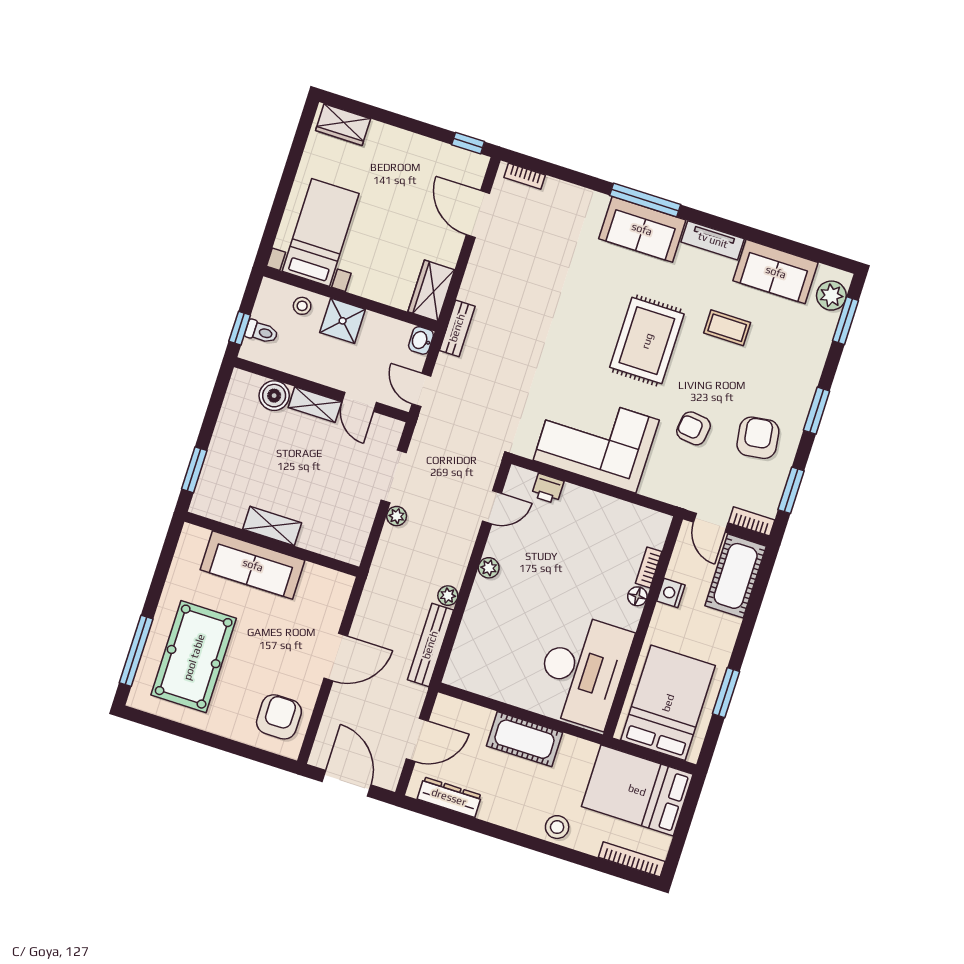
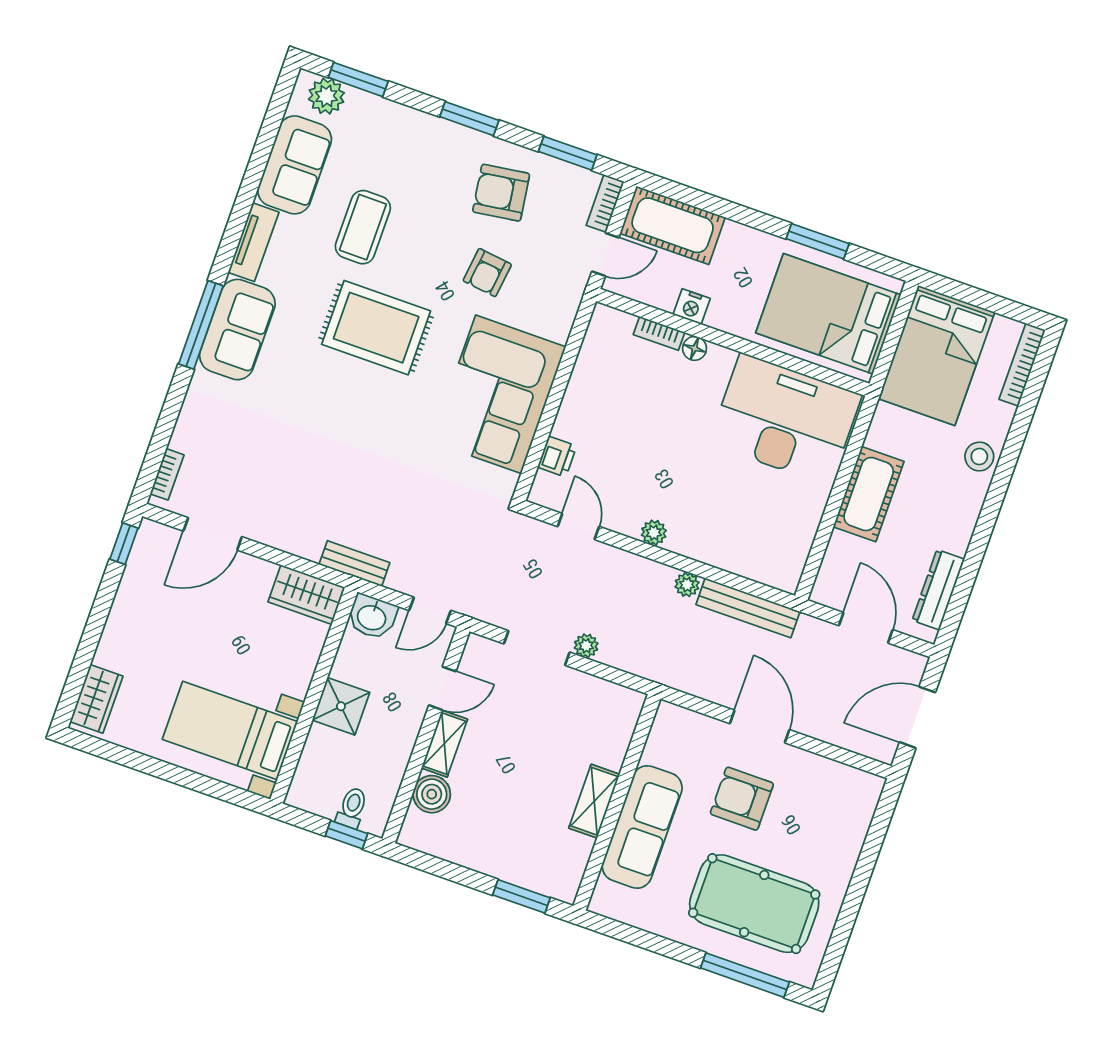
stool: (302, 306) -> (321, 756), removed
coffee table: (727, 328) -> (363, 227), width x1.36, depth x1.30
washbasin: (421, 340) -> (372, 617), width x1.38, depth x1.45
armchair: (279, 717) -> (742, 799), moved

